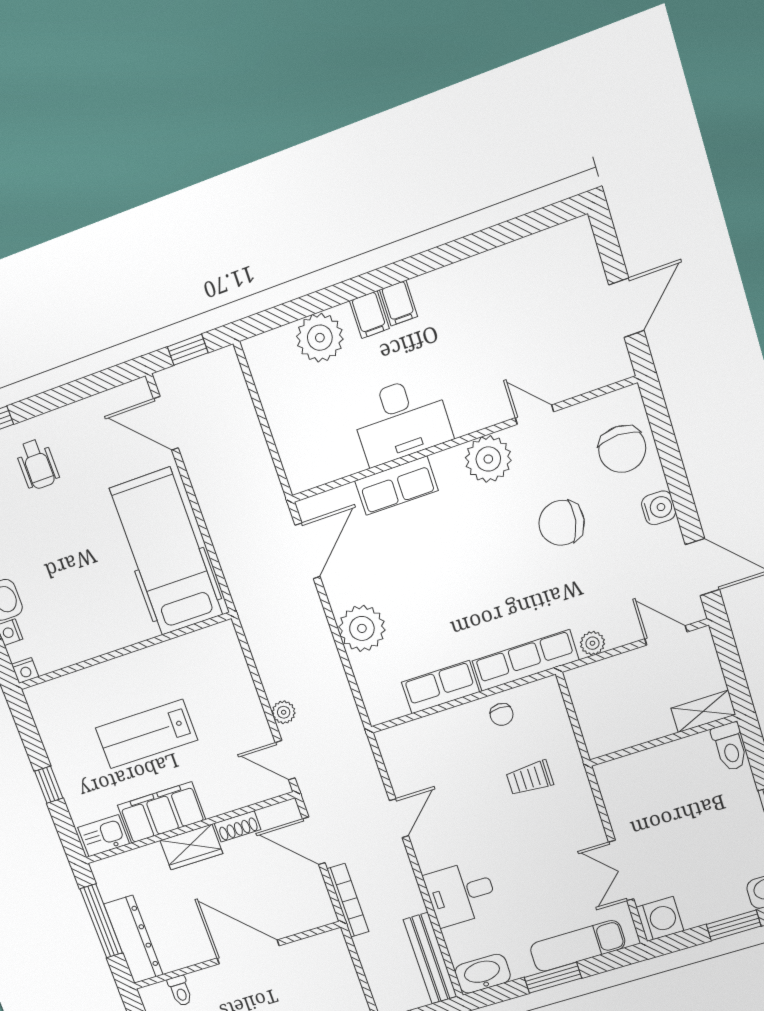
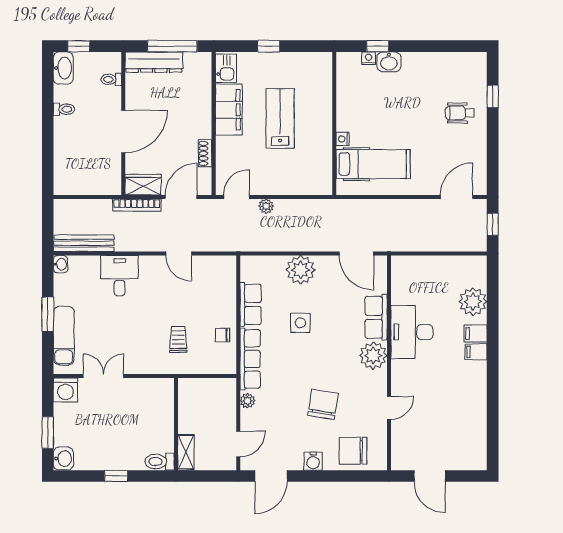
plant: (488, 459) -> (373, 356), moved
hospital bed: (166, 552) -> (373, 164), width x0.73, depth x0.78
side table: (444, 602) -> (300, 323), added
nightstand: (25, 671) -> (343, 139), moved
wardrobe: (191, 847) -> (143, 185), moved, turned 90
washbasin: (483, 974) -> (61, 264), width x0.52, depth x0.69

